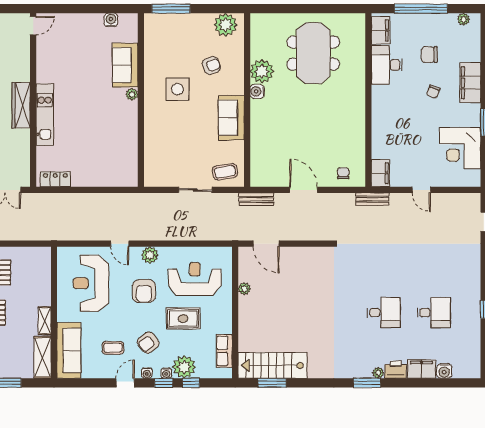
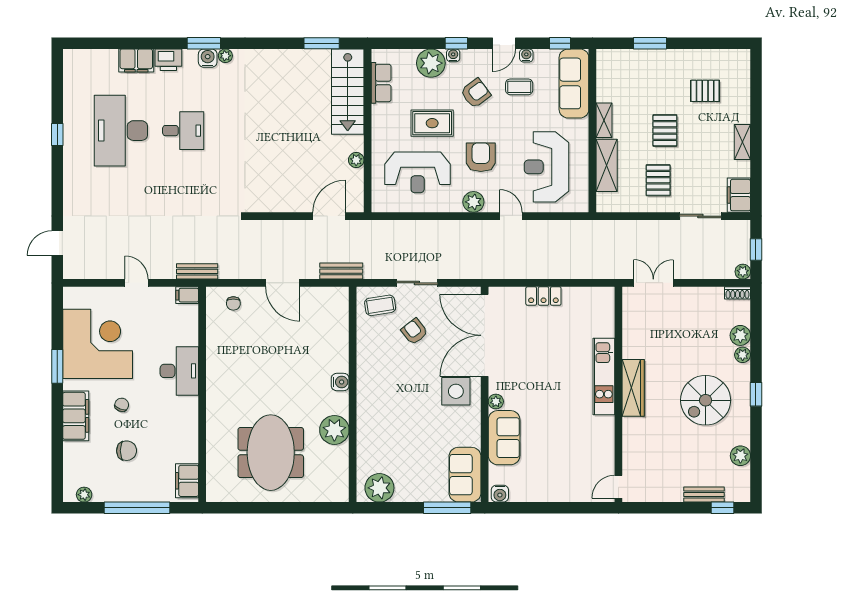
water cooler: (111, 20) -> (500, 494), moved
desk: (387, 65) -> (179, 371), moved
armchair: (211, 66) -> (414, 331), moved, turned 71
side table: (177, 89) -> (456, 391), moved
water cooler: (257, 91) -> (340, 382), moved
sofa: (231, 118) -> (465, 475), moved, turned 180
double door: (141, 148) -> (485, 335), added
corner desk: (460, 148) -> (98, 344), width x1.36, depth x1.36
filing cabinet: (380, 173) -> (187, 295), width x0.50
locker: (55, 179) -> (543, 296), moved
door: (266, 244) -> (329, 216), hinge flipped
reception desk: (91, 283) -> (547, 167), turned 180
desk: (384, 313) -> (183, 131), turned 180
desk: (434, 313) -> (121, 131), width x1.87, depth x1.30
shelving: (43, 357) -> (607, 165), moved
stairs: (273, 365) -> (348, 92), moved, turned 90
water cooler: (444, 371) -> (208, 58), moved
water cooler: (147, 373) -> (526, 55), moved
plant: (378, 373) -> (225, 56), moved
window: (191, 383) -> (560, 43), moved

